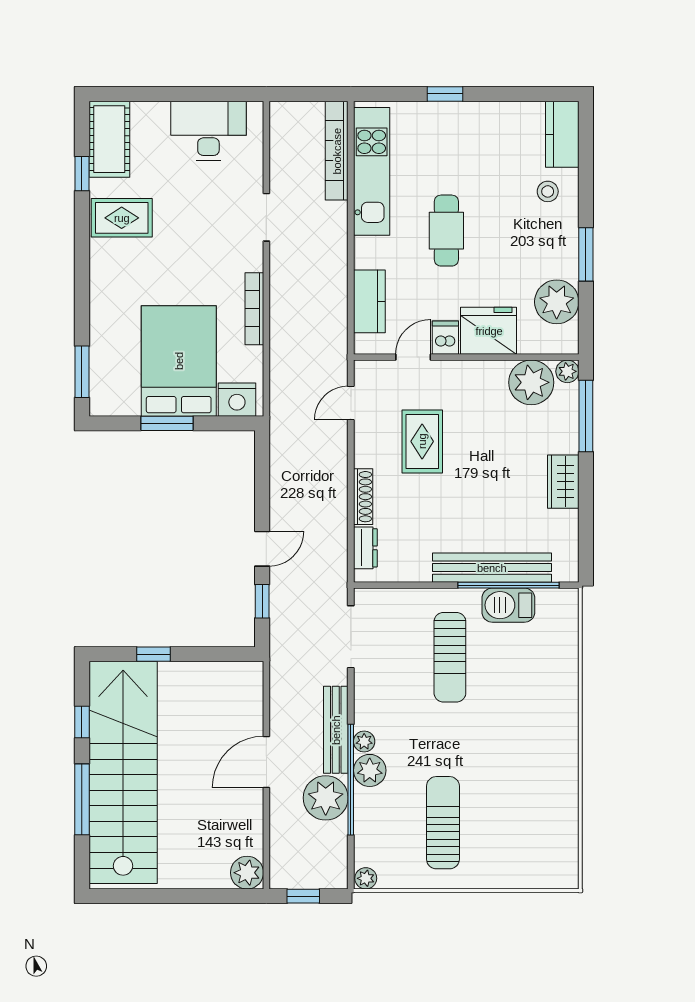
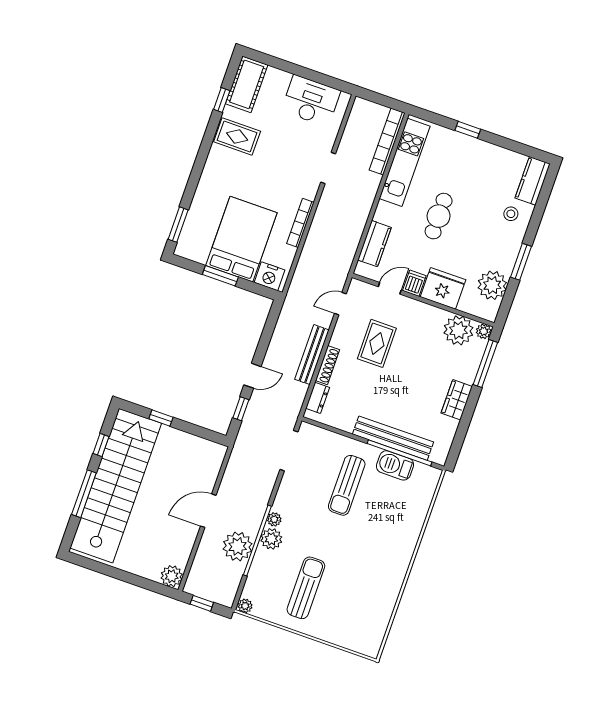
bench: (336, 730) -> (312, 355), moved

